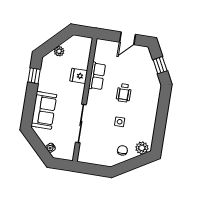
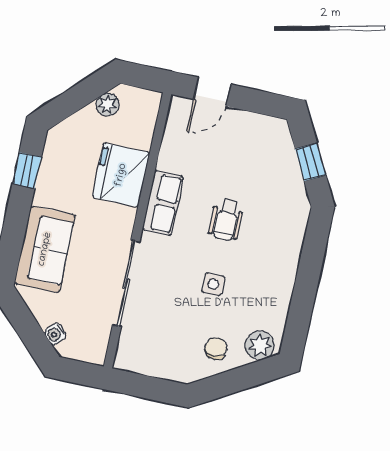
door: (127, 38) -> (212, 92), moved
plant: (59, 51) -> (108, 105), moved
fridge: (79, 76) -> (121, 175), width x1.88, depth x1.34
row of seats: (97, 76) -> (163, 203), moved

